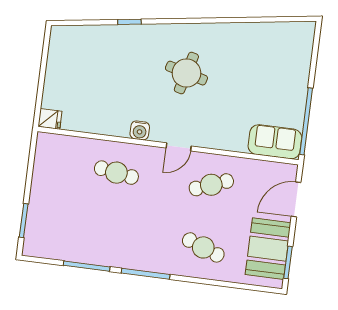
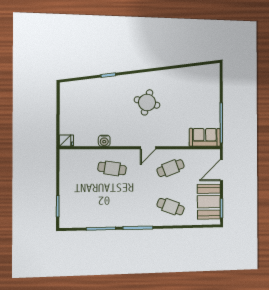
water cooler: (140, 130) -> (104, 141), moved

